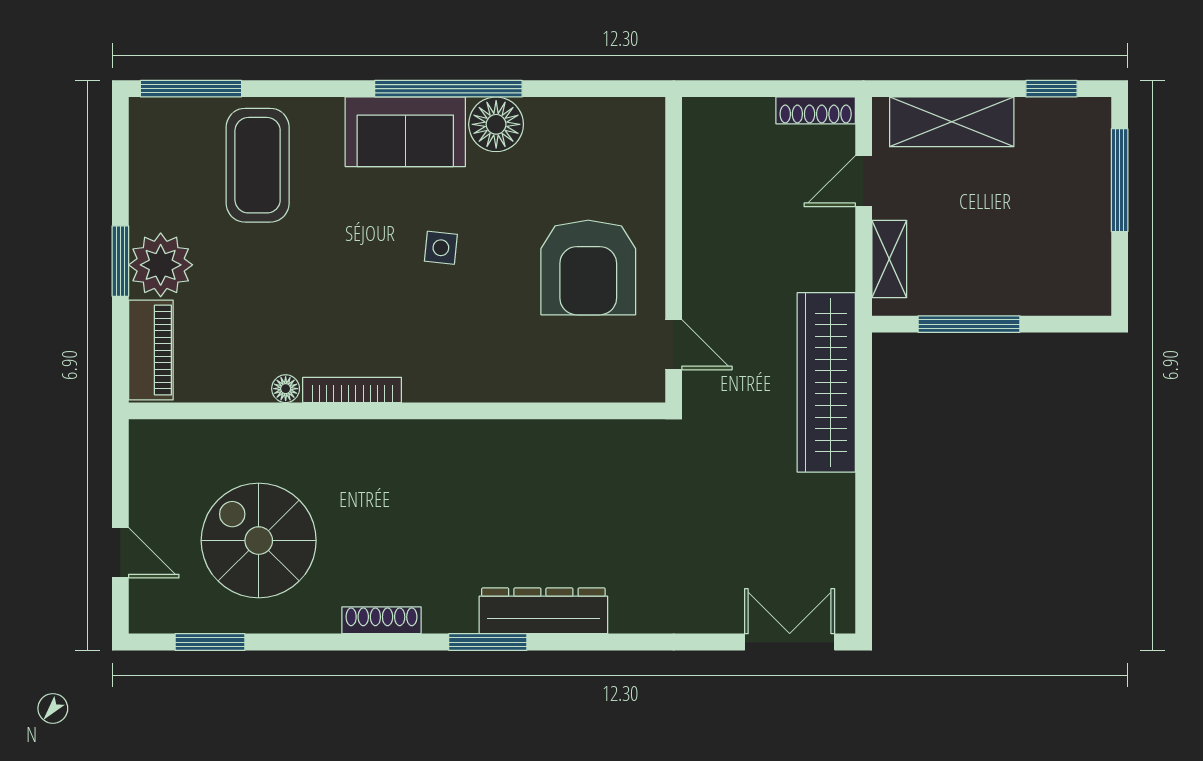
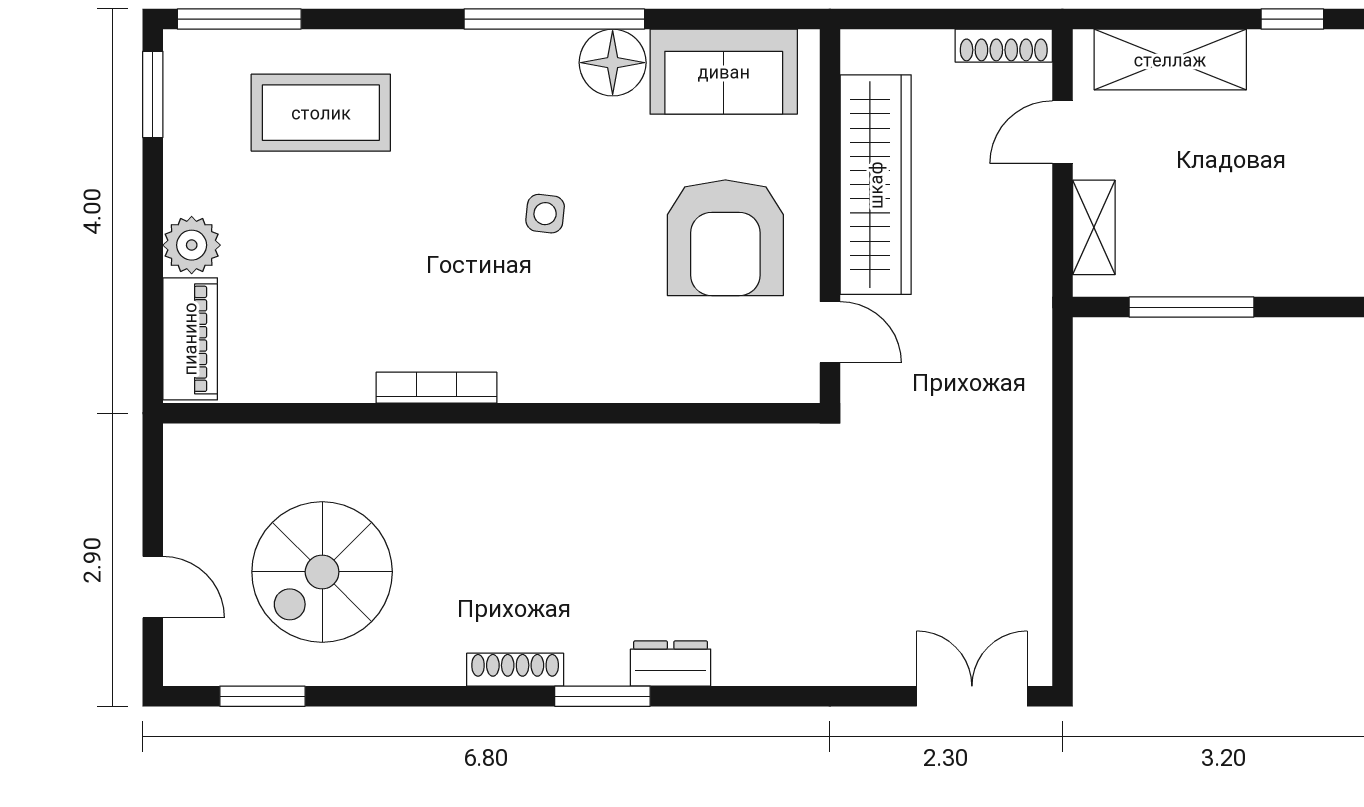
sofa: (405, 132) -> (724, 72), moved
coffee table: (258, 165) -> (321, 113), turned 90
window: (120, 261) -> (153, 94), moved
plant: (161, 265) -> (192, 245), width x0.73, depth x0.73
wardrobe: (826, 382) -> (876, 185), moved, turned 180
floor lamp: (286, 389) -> (355, 386), removed
spiral stairs: (259, 541) -> (322, 572), turned -90
dresser: (543, 611) -> (671, 664), width x0.51, depth x0.80
shoe rack: (381, 620) -> (515, 670), moved

